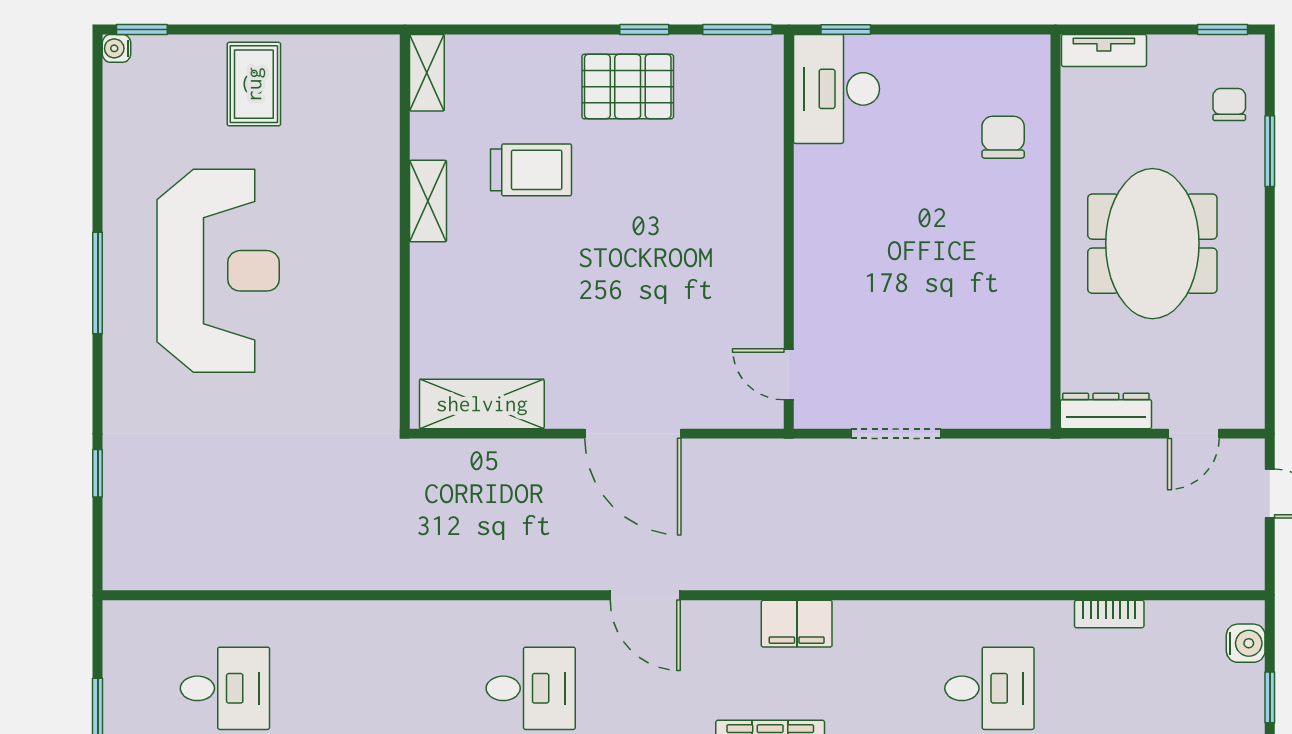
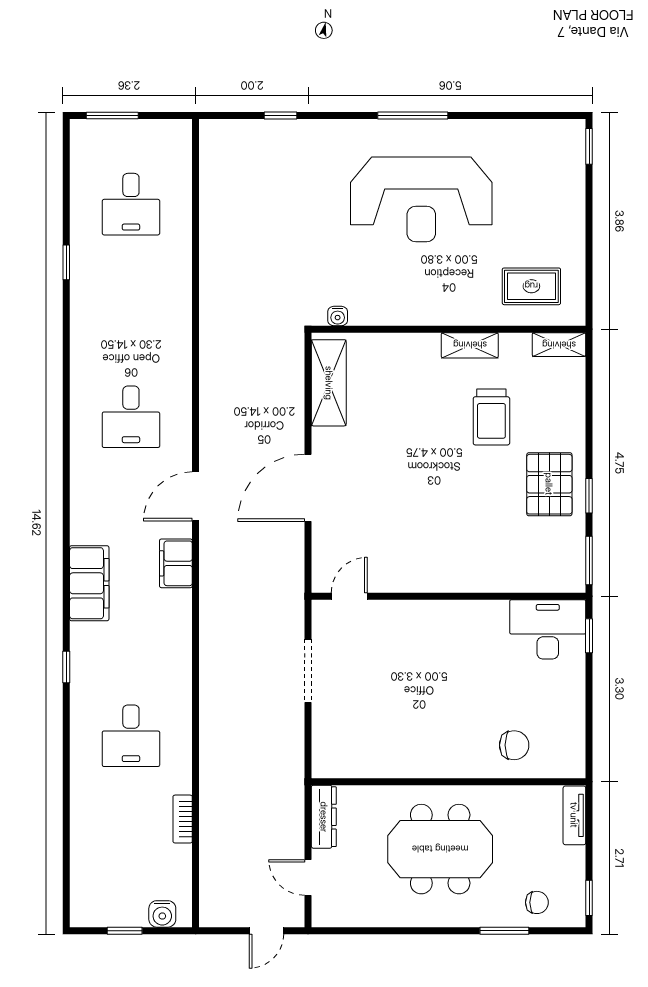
water cooler: (116, 48) -> (338, 316), moved, turned 180
rug: (254, 84) -> (531, 286), moved
filing cabinet: (797, 624) -> (176, 563), moved

